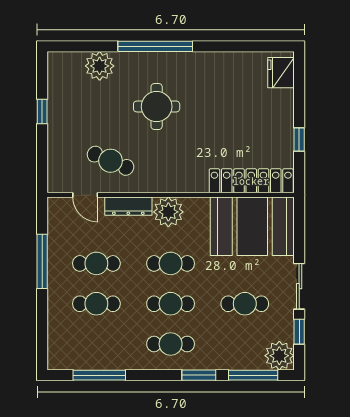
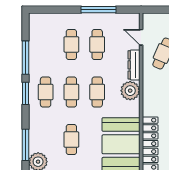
door: (85, 195) -> (141, 37), hinge flipped
window: (99, 375) -> (26, 58), moved
window: (199, 375) -> (26, 93), moved

